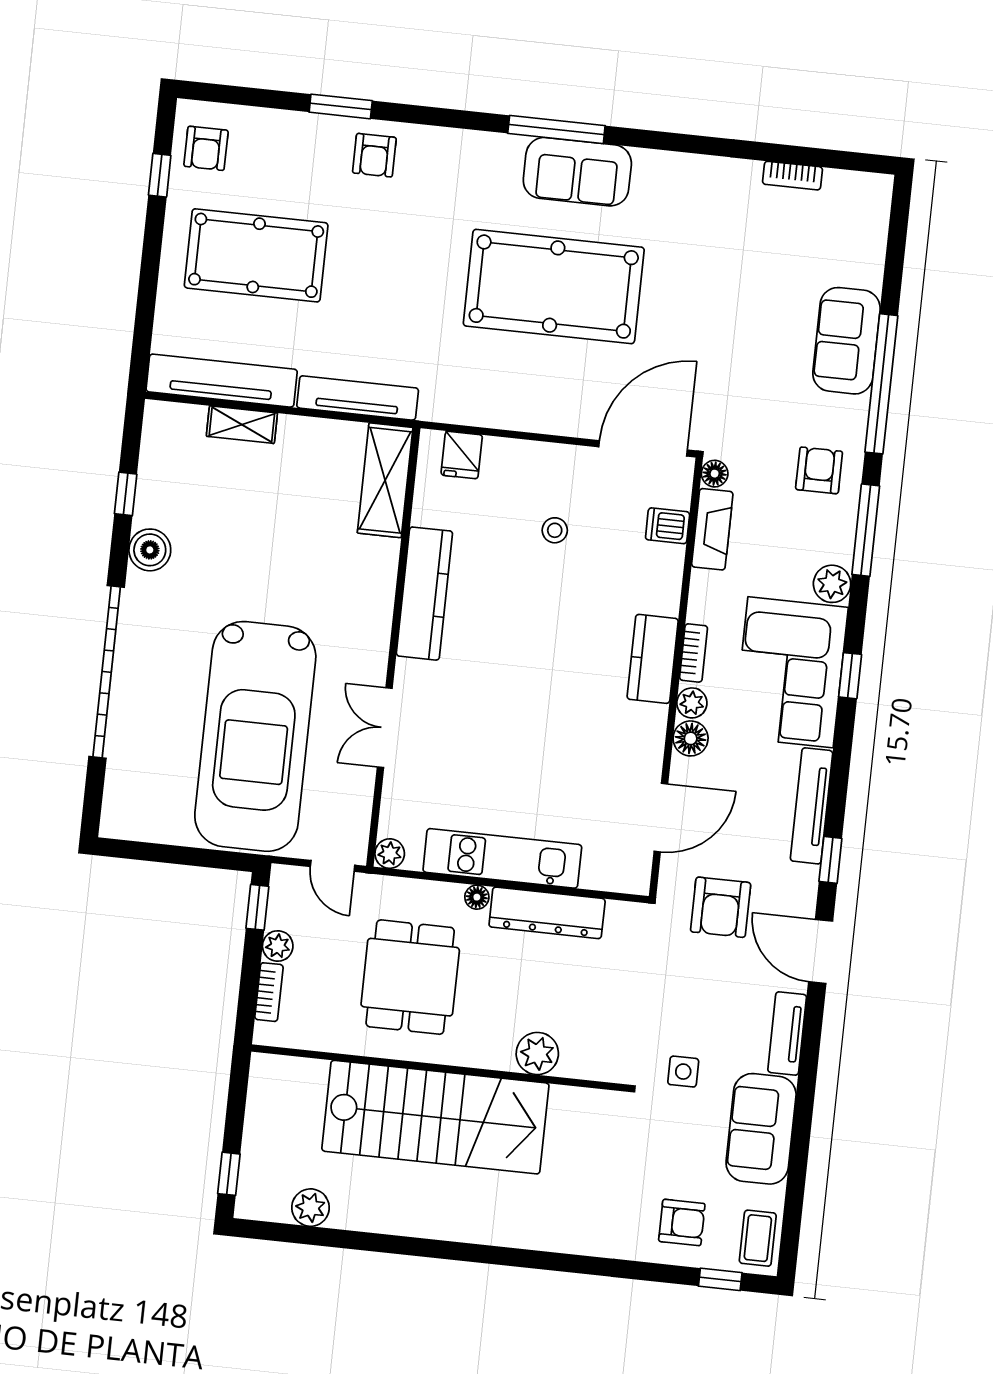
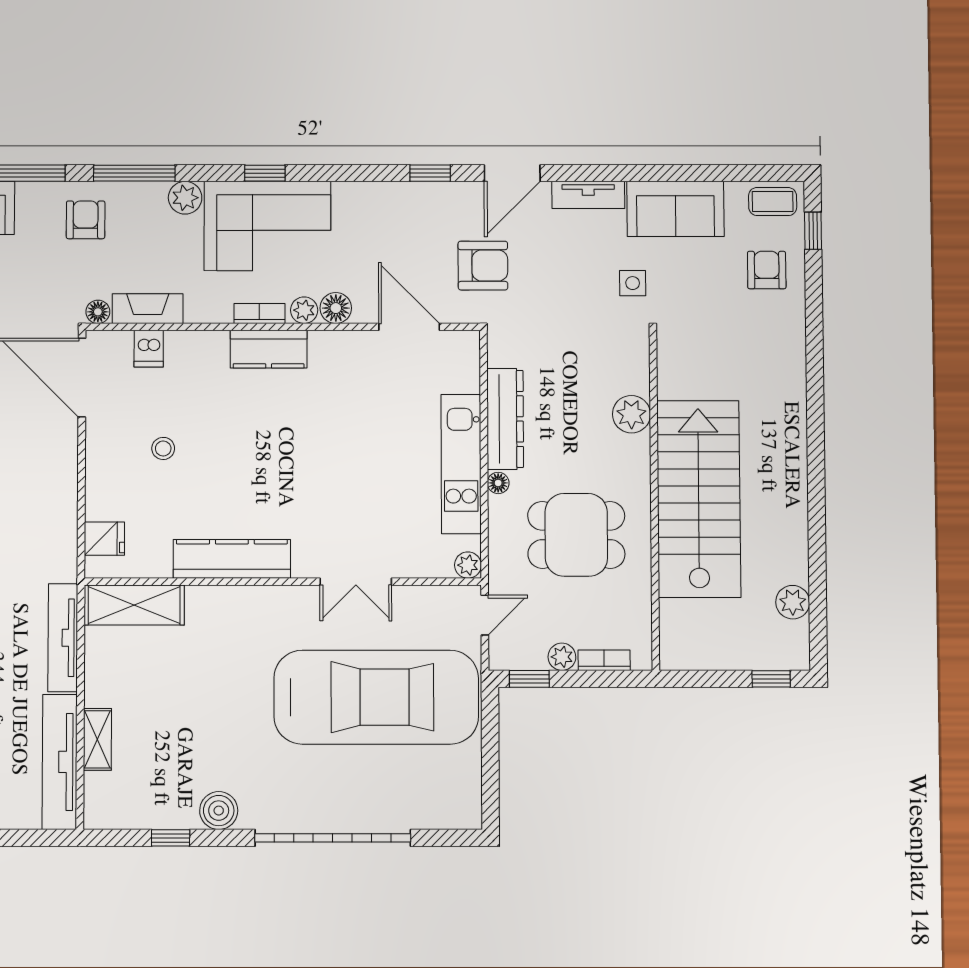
armchair: (819, 470) -> (86, 220), turned 90
tv unit: (812, 806) -> (384, 195), removed

